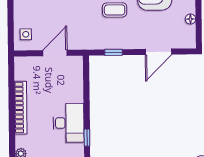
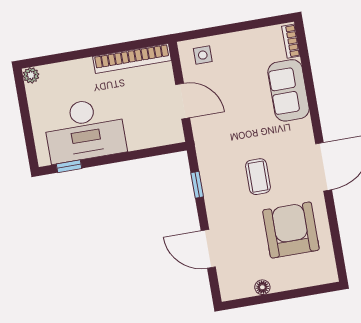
bookcase: (21, 108) -> (132, 58), moved
desk: (69, 123) -> (85, 130), width x1.36, depth x1.30

